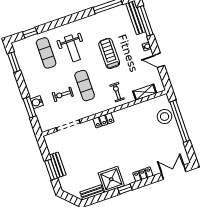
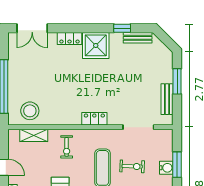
stool: (165, 117) -> (30, 111), moved
bench: (58, 165) -> (167, 99), moved
shower: (111, 179) -> (96, 45), moved
window: (125, 189) -> (122, 28), moved

